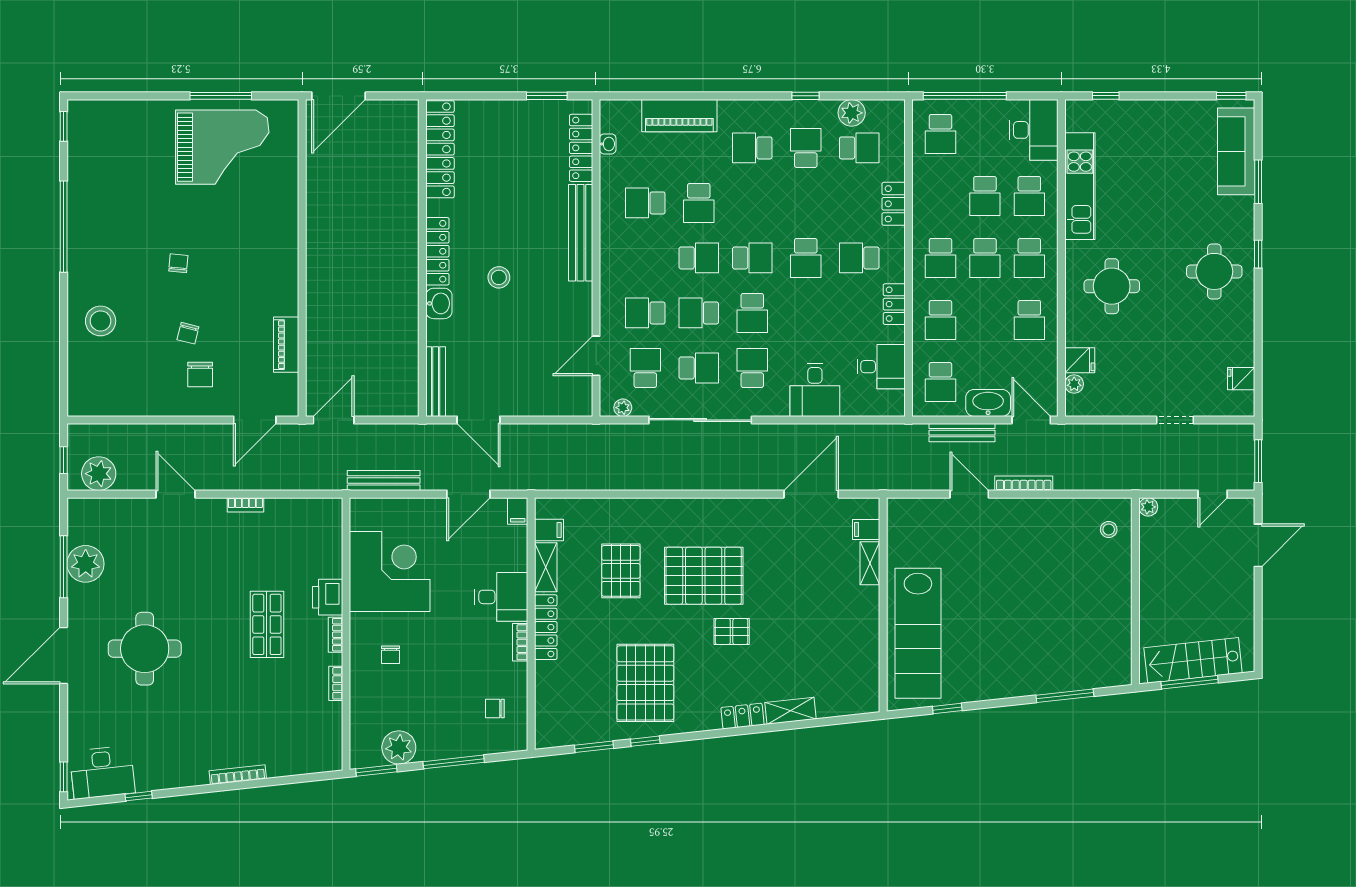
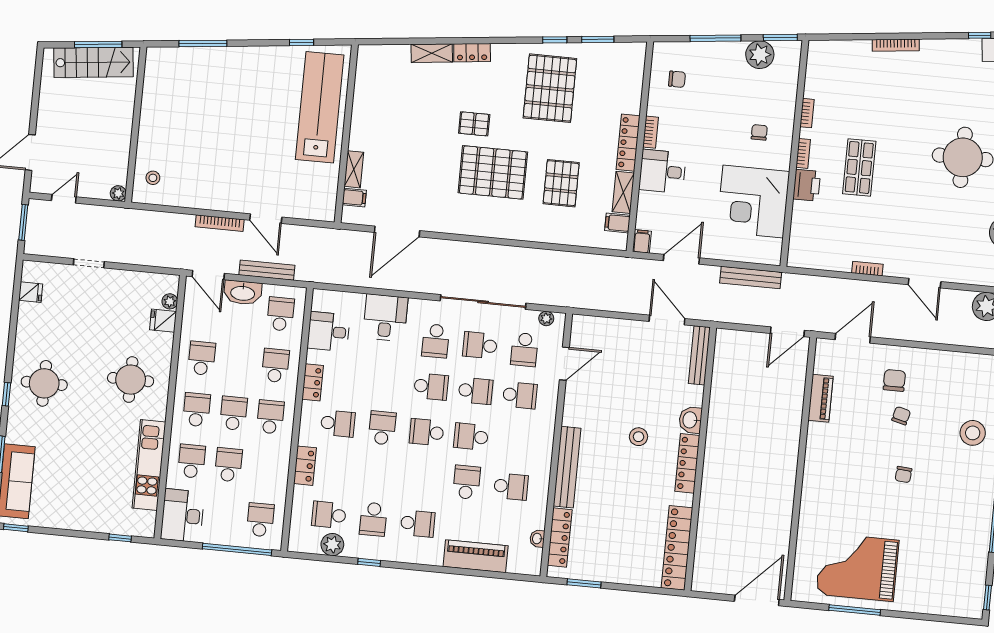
school desk: (752, 313) -> (431, 387), turned 90

